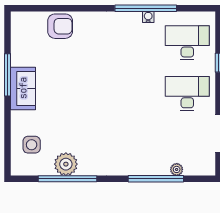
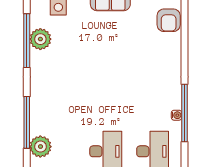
armchair: (60, 26) -> (169, 20), moved
plant: (177, 169) -> (40, 147), width x1.87, depth x1.87

